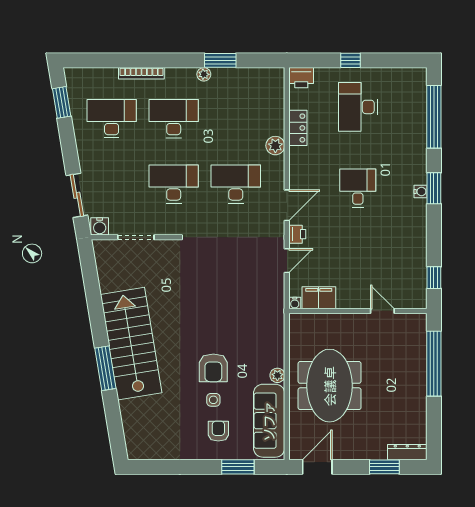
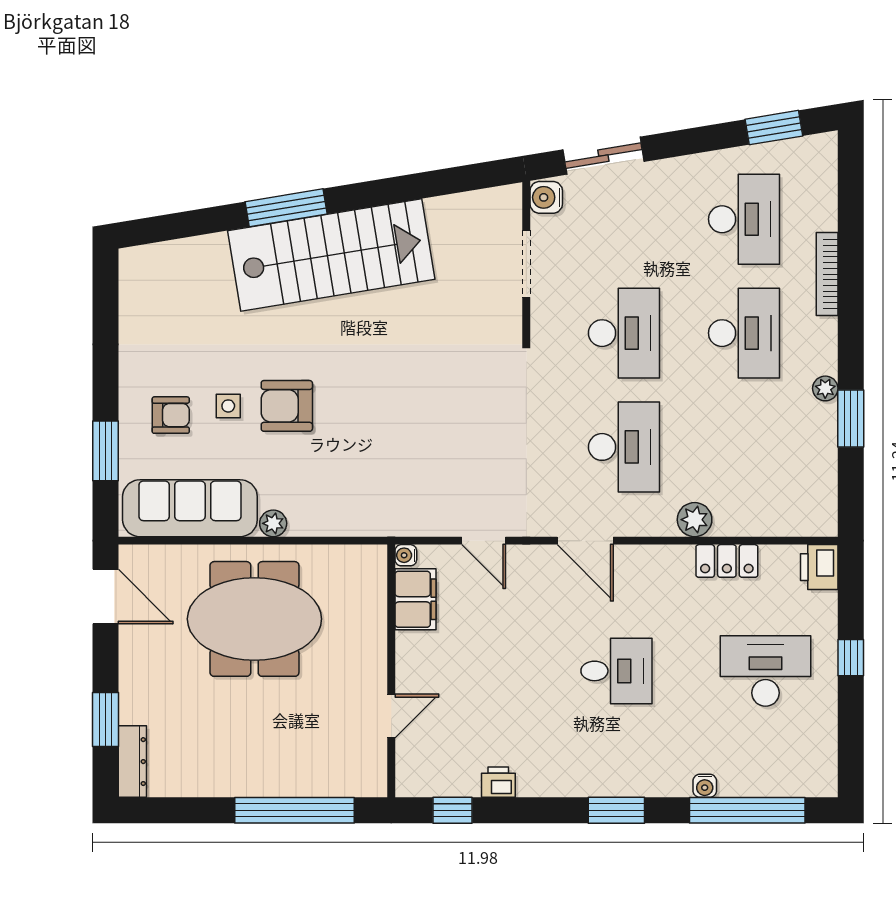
water cooler: (420, 191) -> (705, 786), moved
printer: (297, 234) -> (498, 782), moved, turned 180

